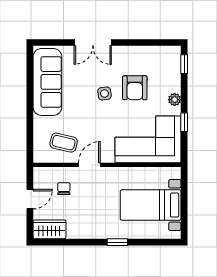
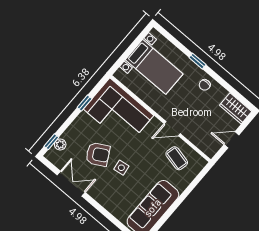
double door: (93, 43) -> (71, 184), moved
armchair: (135, 88) -> (98, 154), turned 61
plant: (175, 100) -> (60, 144), moved
chair: (64, 189) -> (205, 85), moved

